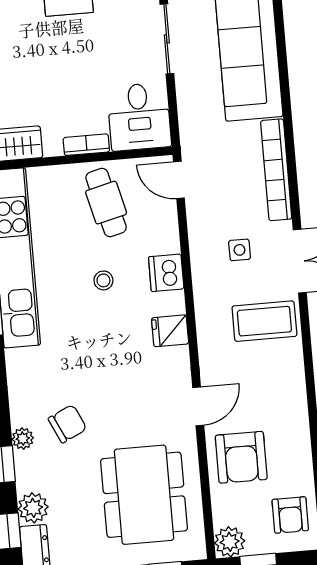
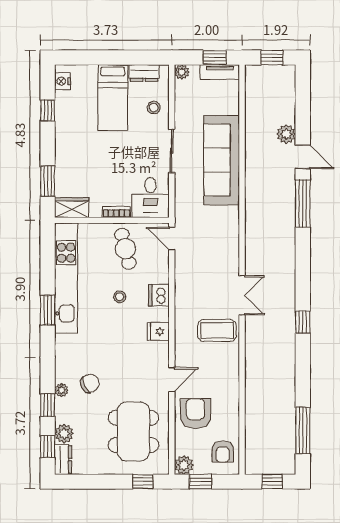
bookcase: (276, 170) -> (232, 238), removed
side table: (240, 250) -> (205, 285), removed
armchair: (241, 457) -> (195, 413), turned 180

